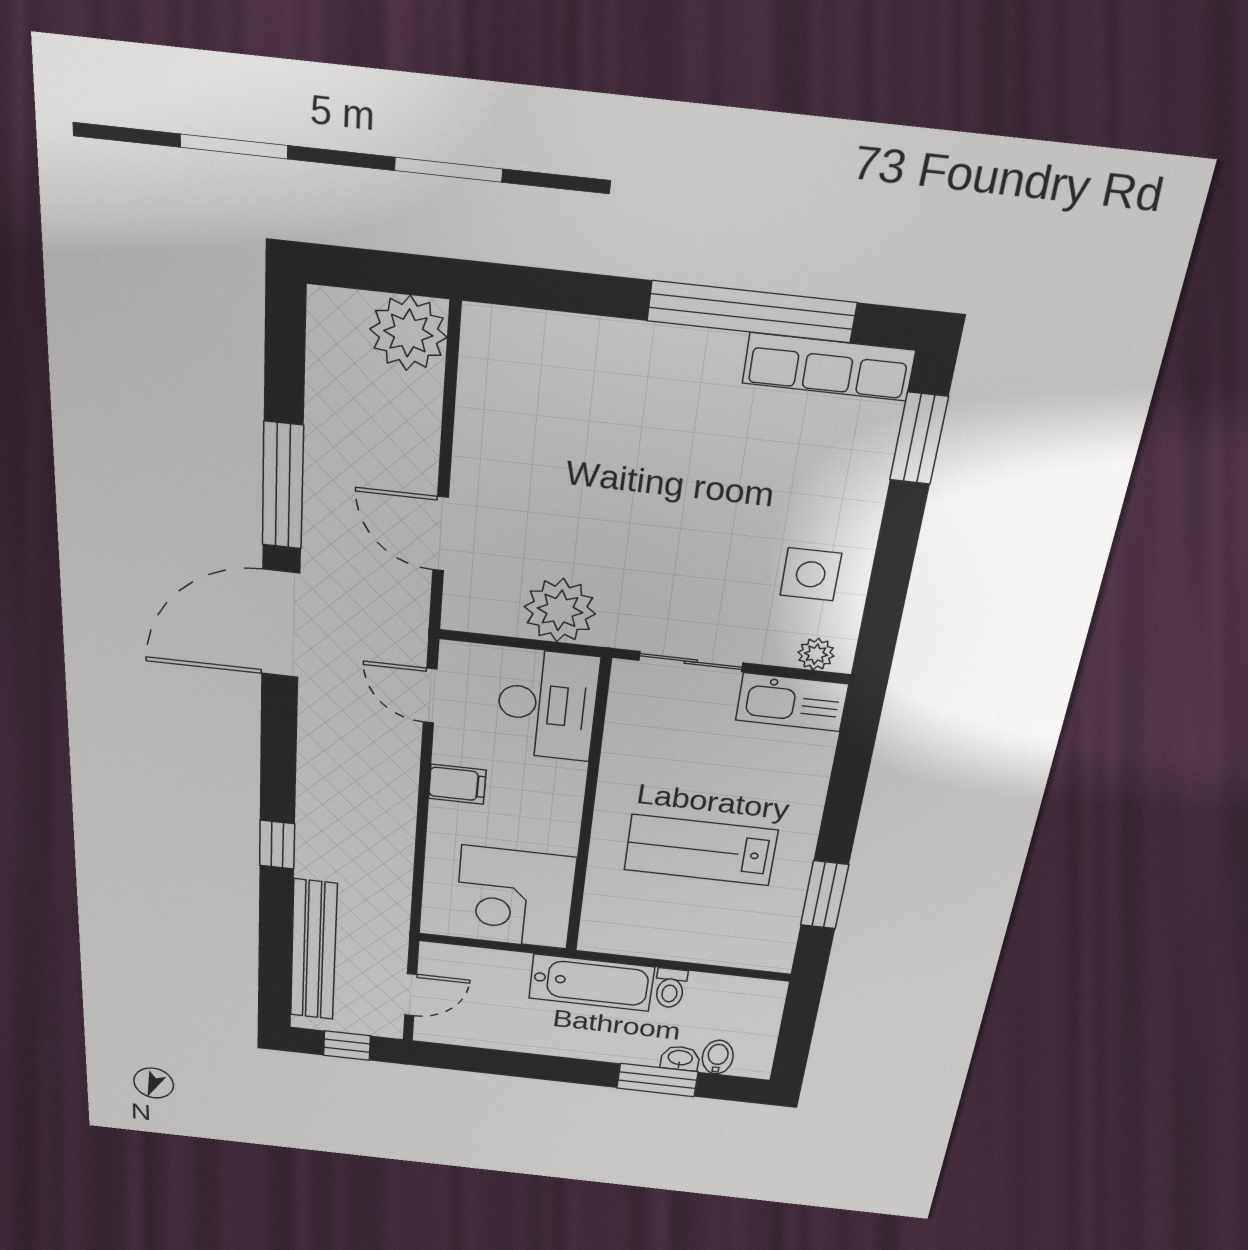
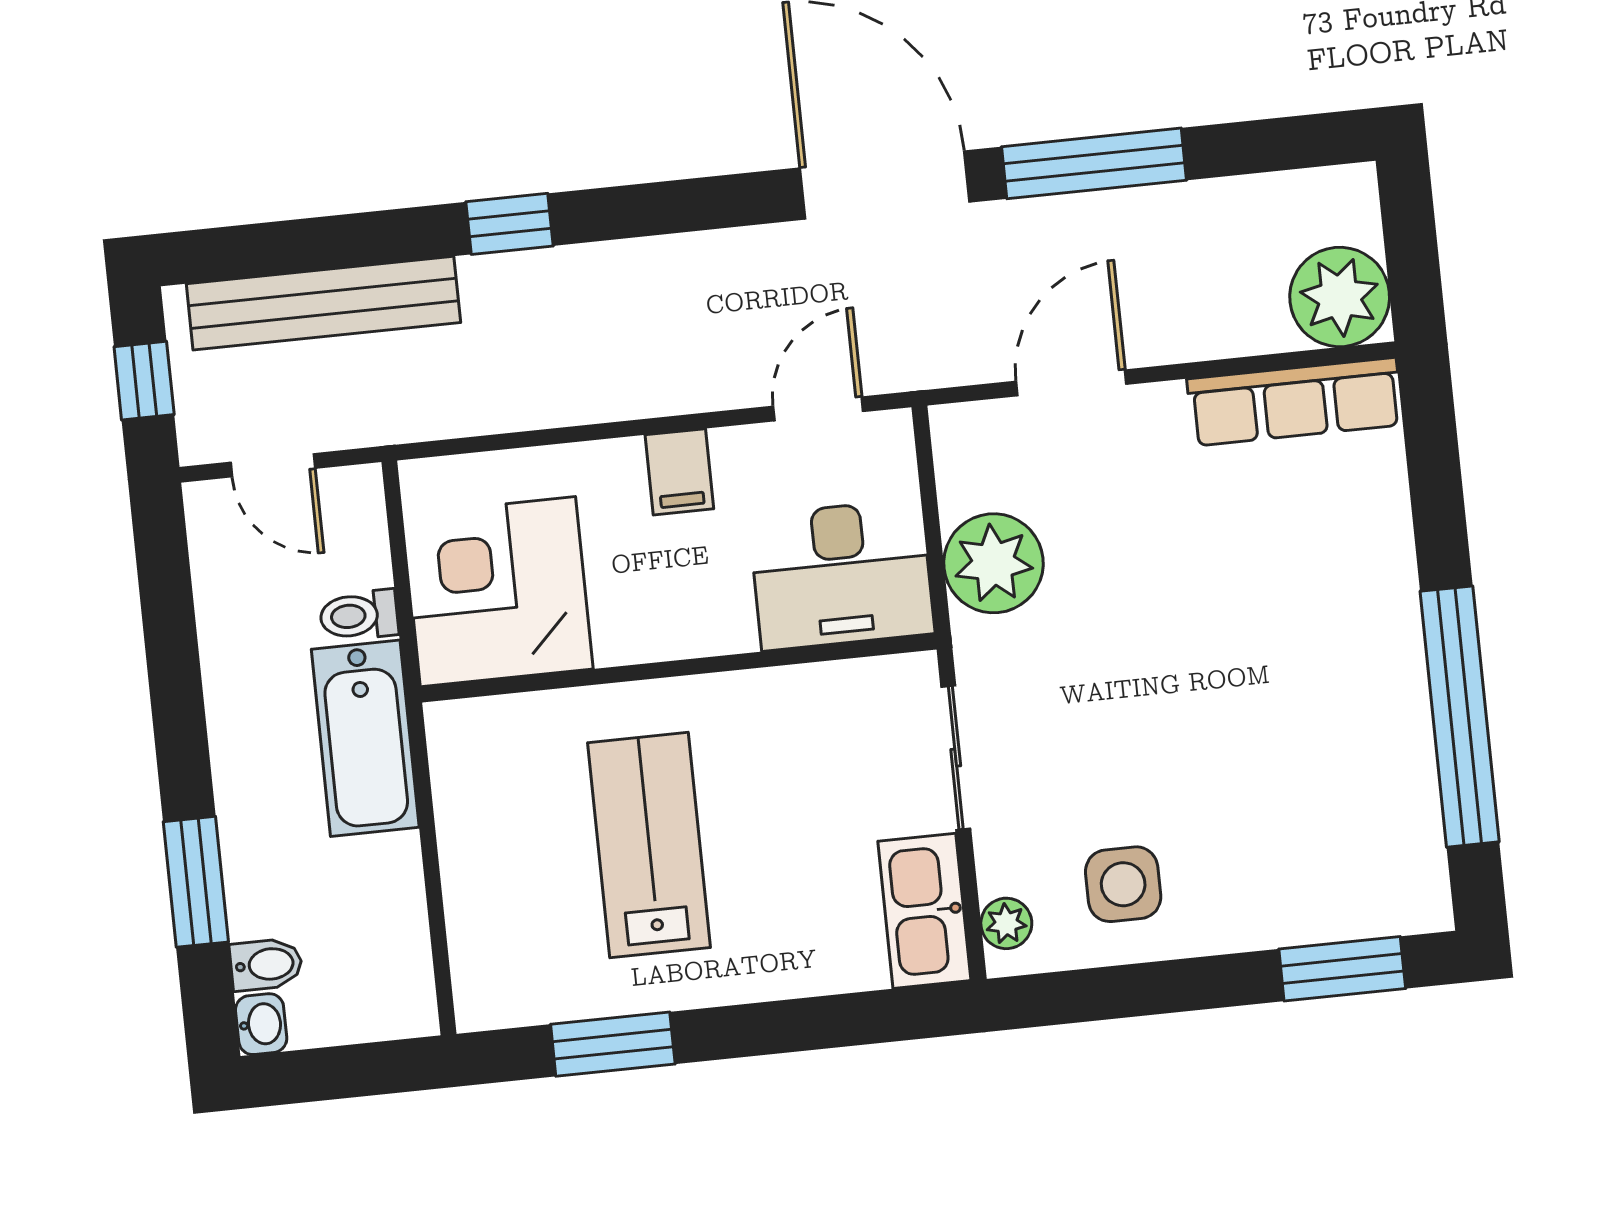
row of seats: (828, 367) -> (1295, 402), moved, turned -90
toilet: (670, 988) -> (359, 615), moved
washbasin: (680, 1058) -> (261, 1024), moved

